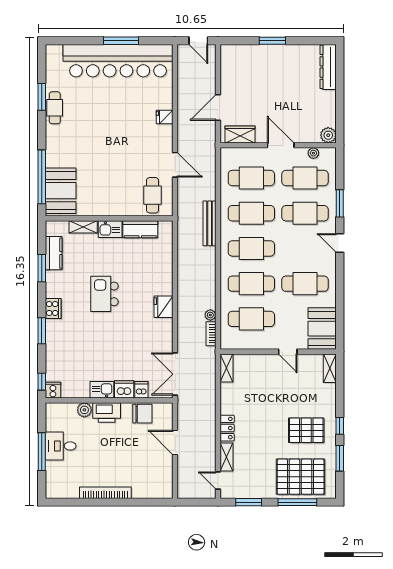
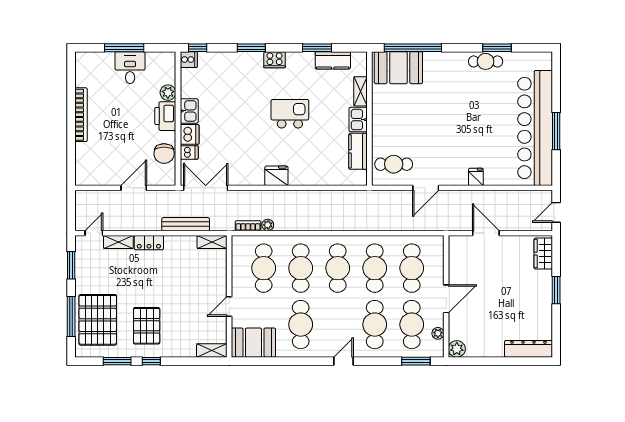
wardrobe: (240, 135) -> (543, 254), moved, turned 180
window: (340, 203) -> (416, 361), moved
bench: (210, 223) -> (186, 224), moved

